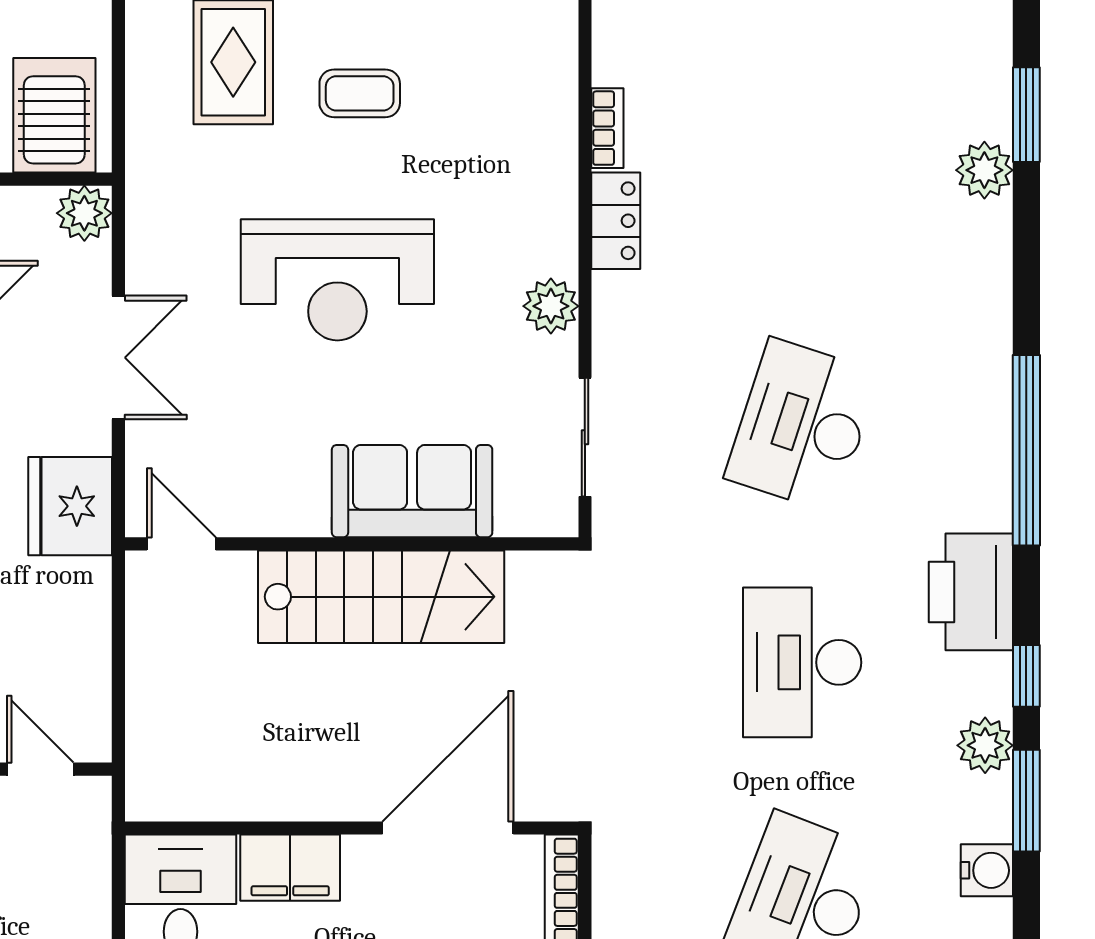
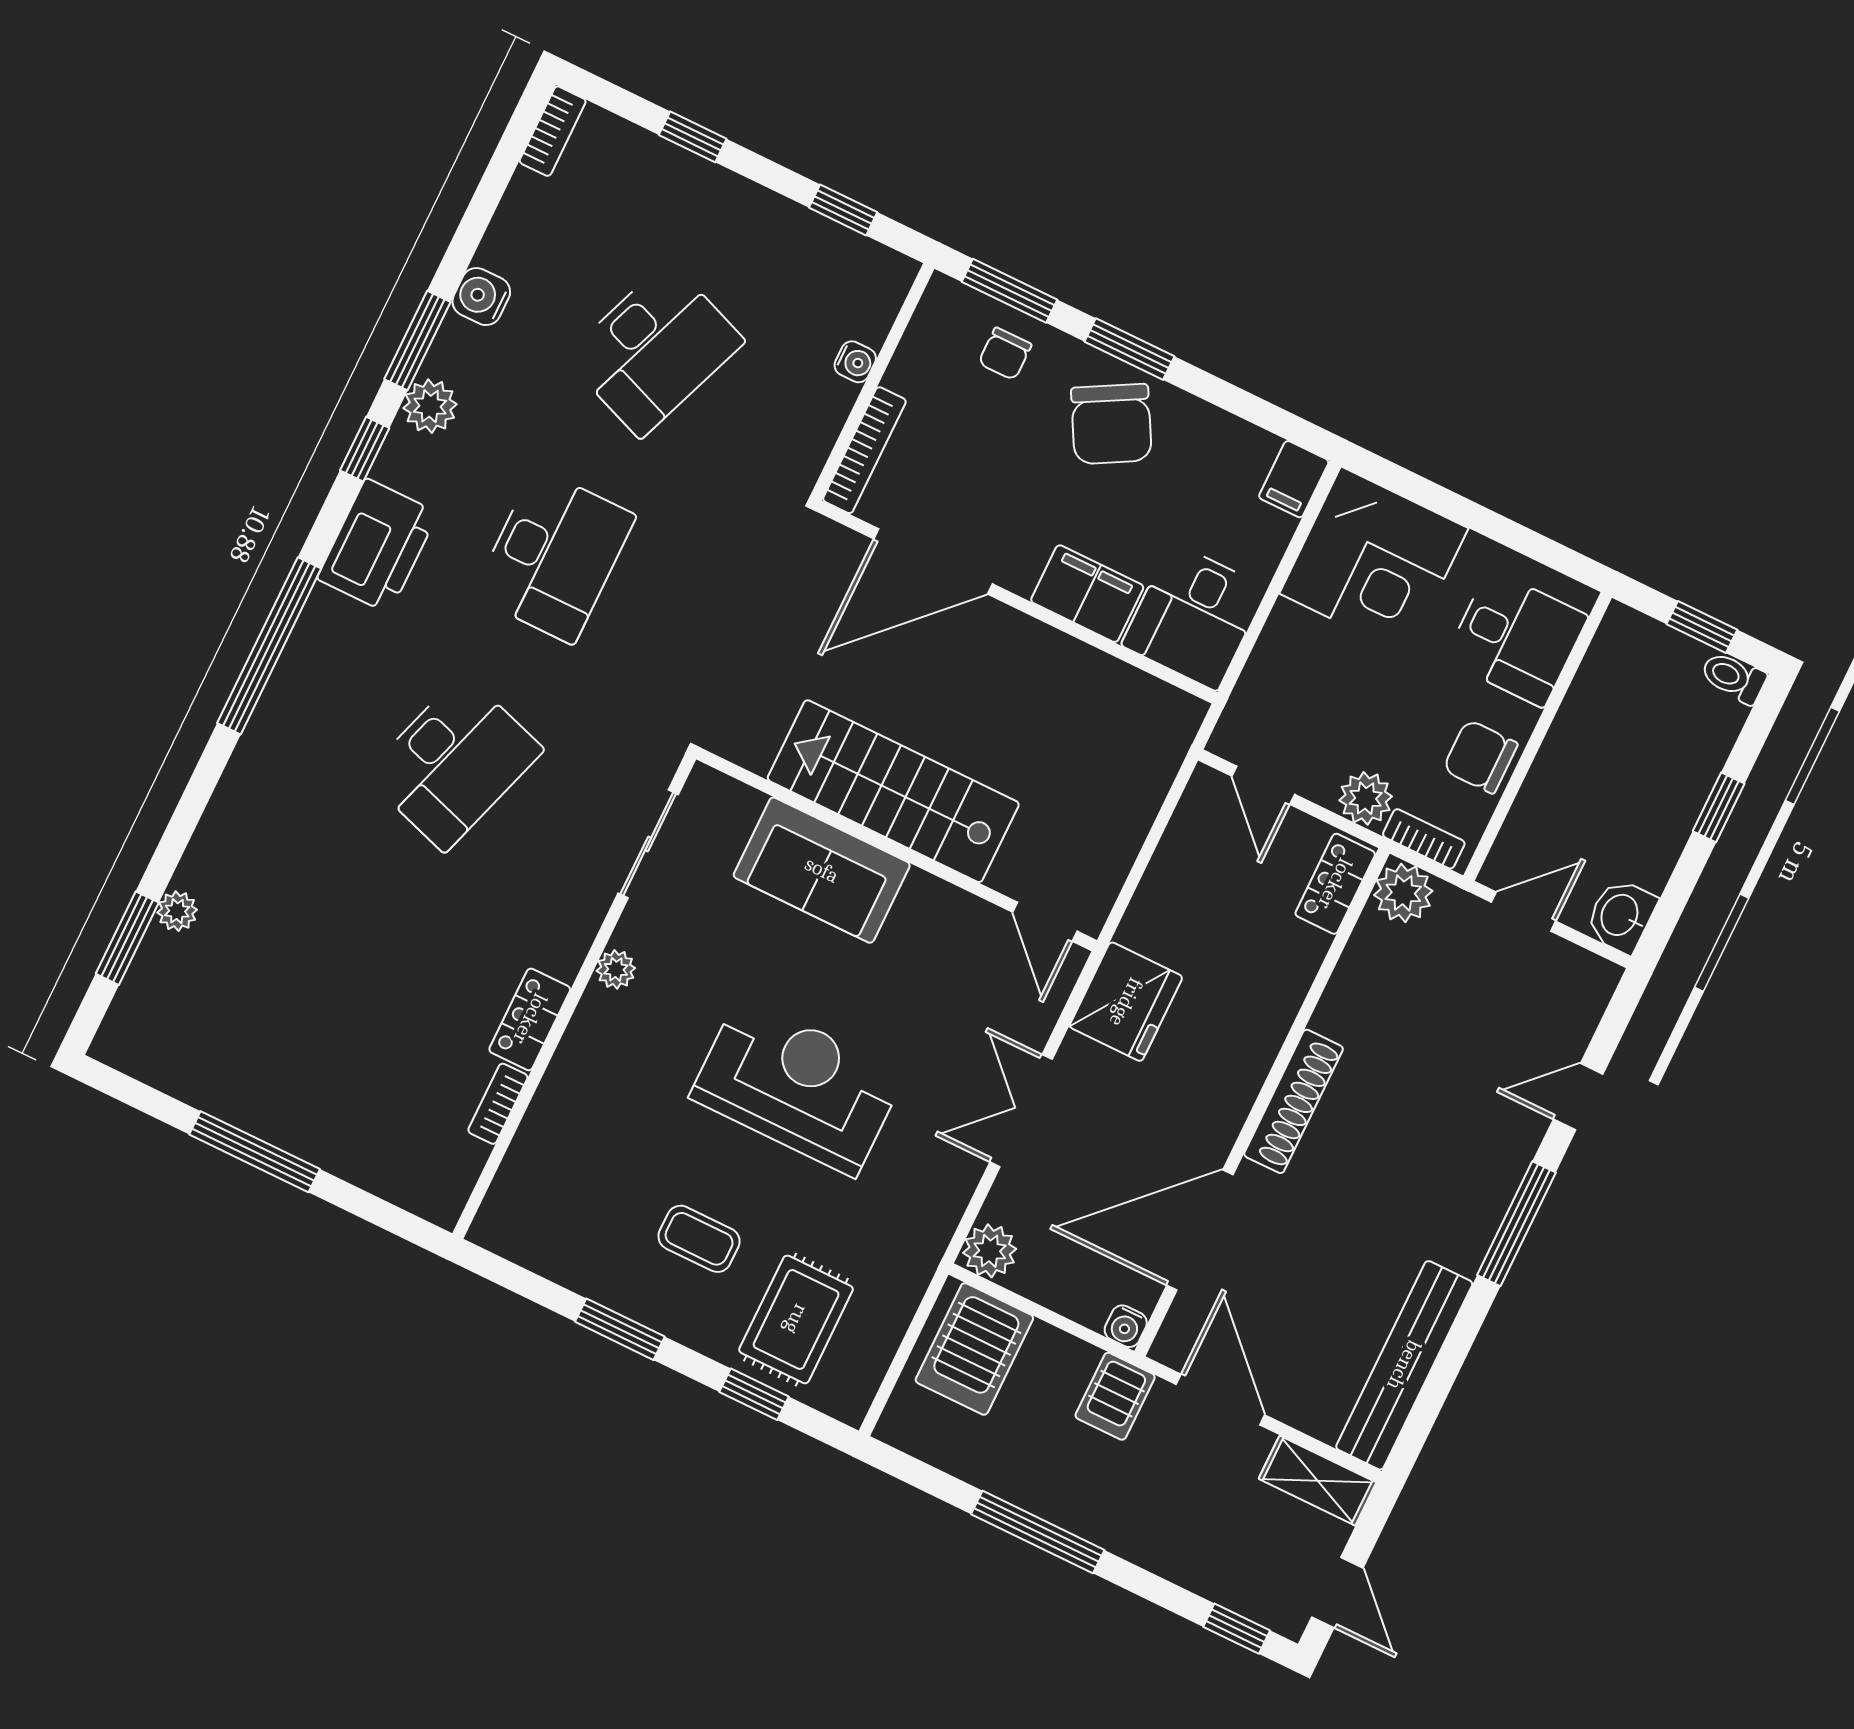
plant: (984, 170) -> (177, 911), width x0.73, depth x0.73
plant: (551, 306) -> (616, 969), width x0.73, depth x0.73

